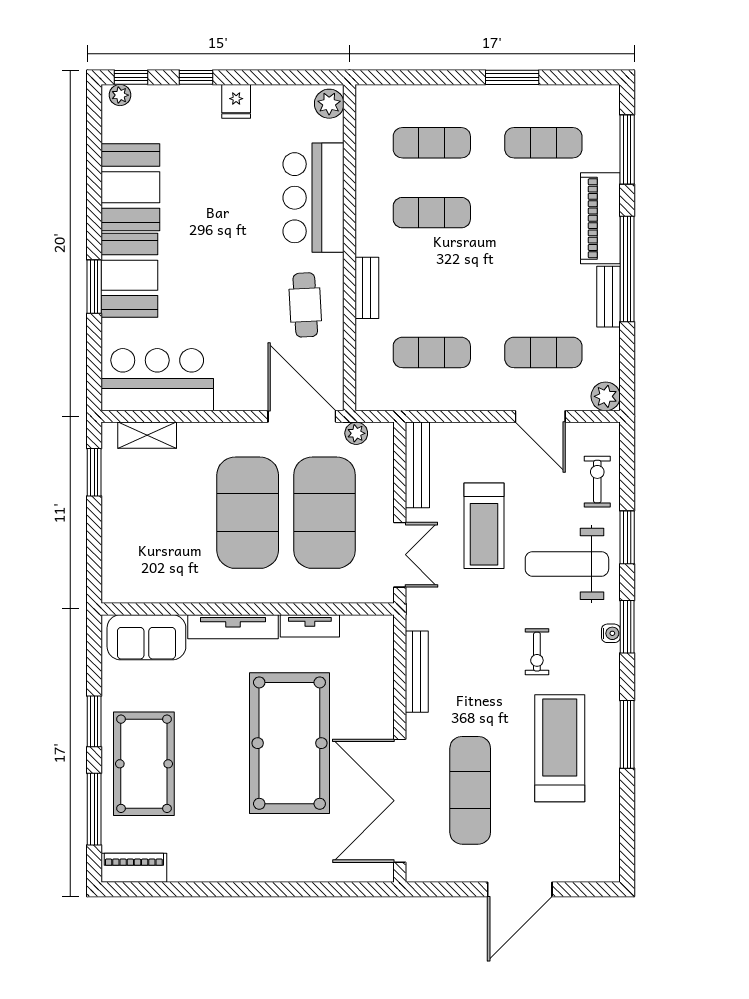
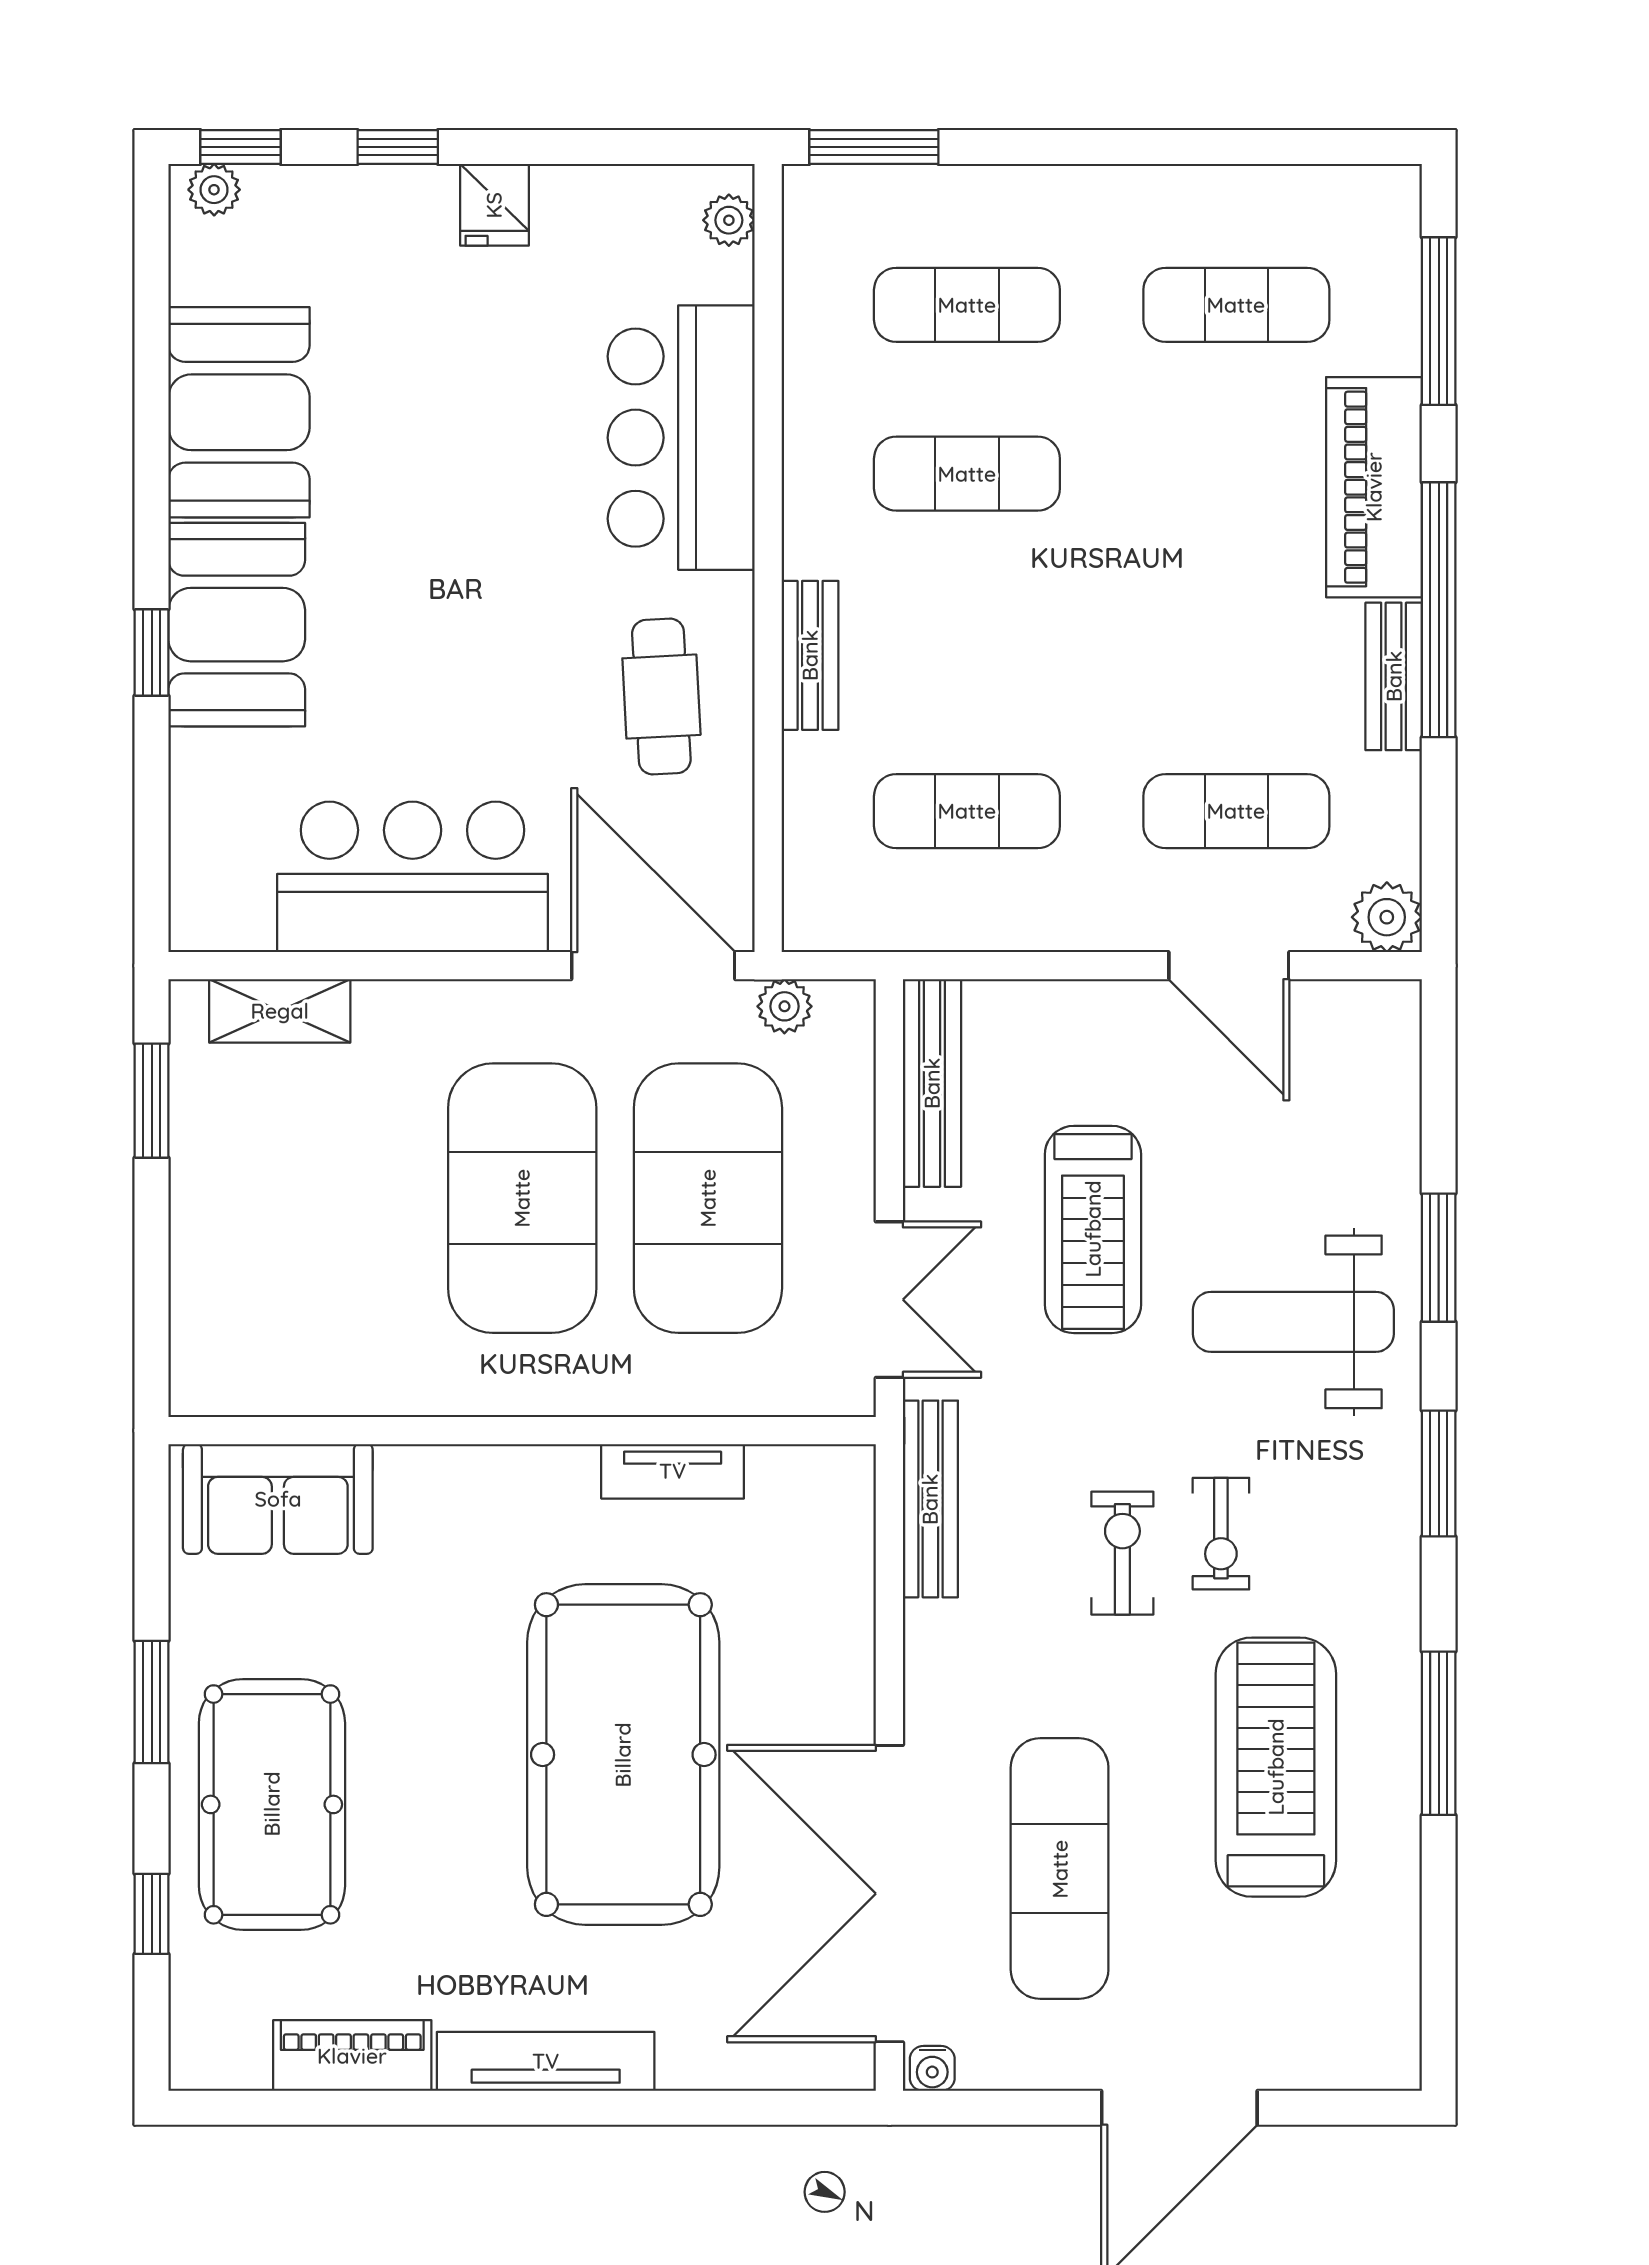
window: (512, 77) -> (874, 147), moved
plant: (329, 104) -> (729, 220), width x0.73, depth x0.73
window: (94, 287) -> (152, 652), width x0.67
bar counter: (157, 380) -> (413, 877), moved
exercise bike: (597, 482) -> (1122, 1553), moved
tv unit: (233, 627) -> (546, 2061), moved, turned 180
water cooler: (611, 633) -> (932, 2068), moved, turned 90
bench: (417, 672) -> (930, 1499), moved
window: (94, 809) -> (152, 1914), width x0.46
piano: (134, 868) -> (352, 2056), moved

